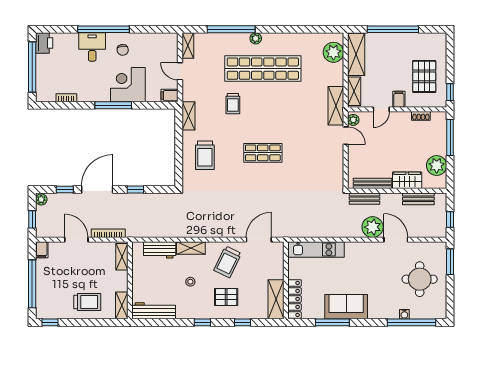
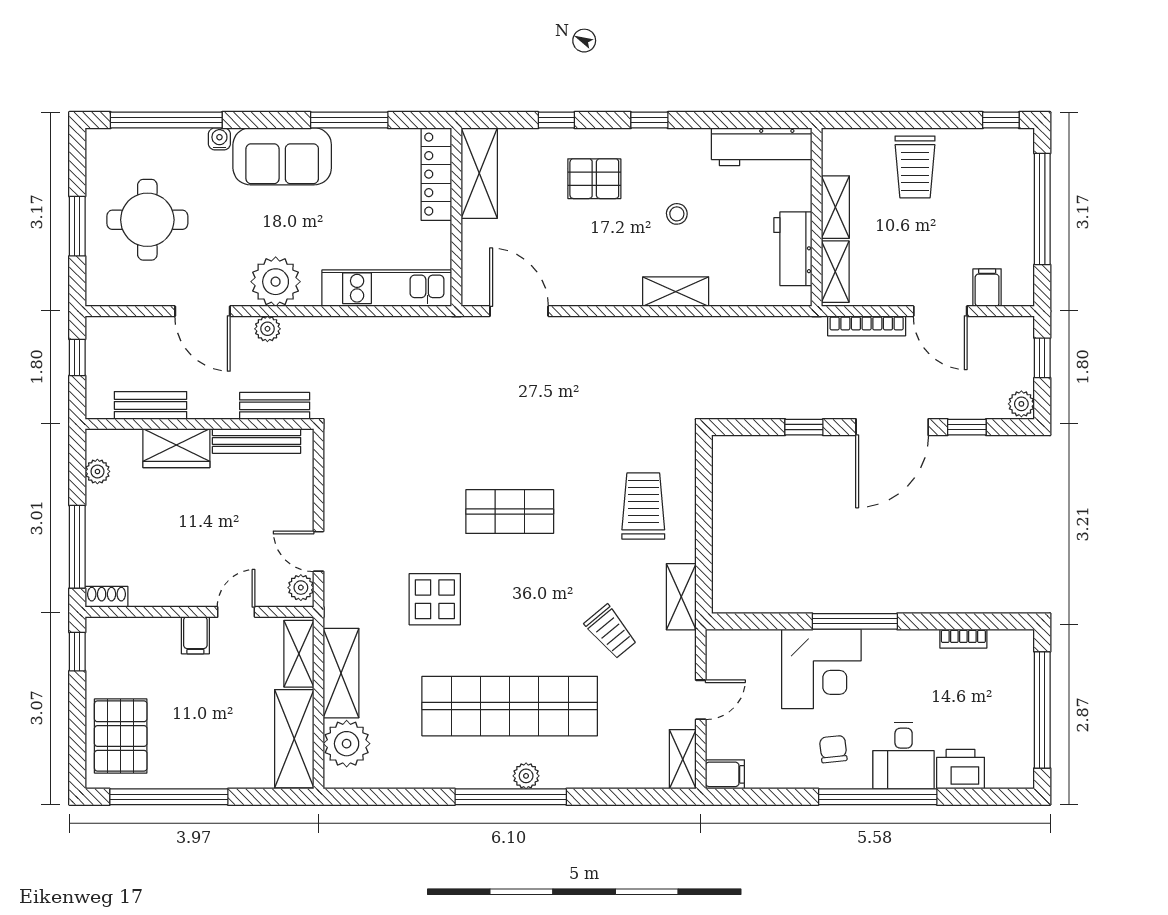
window: (231, 29) -> (511, 797), moved
window: (393, 29) -> (169, 797), moved
printer: (44, 43) -> (961, 769), moved, turned 90
door: (180, 71) -> (701, 700), hinge flipped
pallet: (424, 76) -> (121, 736), moved
filing cabinet: (170, 96) -> (725, 774), moved
trolley: (233, 104) -> (611, 632), moved, turned 140
shelving: (336, 106) -> (341, 673), moved
display table: (295, 115) -> (435, 599), added
shoe rack: (421, 116) -> (107, 597), moved
plant: (437, 165) -> (97, 471), width x0.53, depth x0.53
plant: (373, 227) -> (267, 329), width x0.53, depth x0.53
door: (259, 240) -> (519, 311), swing flipped
filing cabinet: (42, 250) -> (987, 288), moved
workbench: (160, 250) -> (793, 249), moved, turned -90
plant: (364, 252) -> (276, 282), added
trolley: (228, 262) -> (591, 260), removed
window: (450, 262) -> (77, 226), moved
trolley: (87, 302) -> (915, 167), turned -90
shelving: (122, 305) -> (835, 207), moved
sofa: (346, 307) -> (282, 156), moved
water cooler: (404, 314) -> (219, 139), moved

